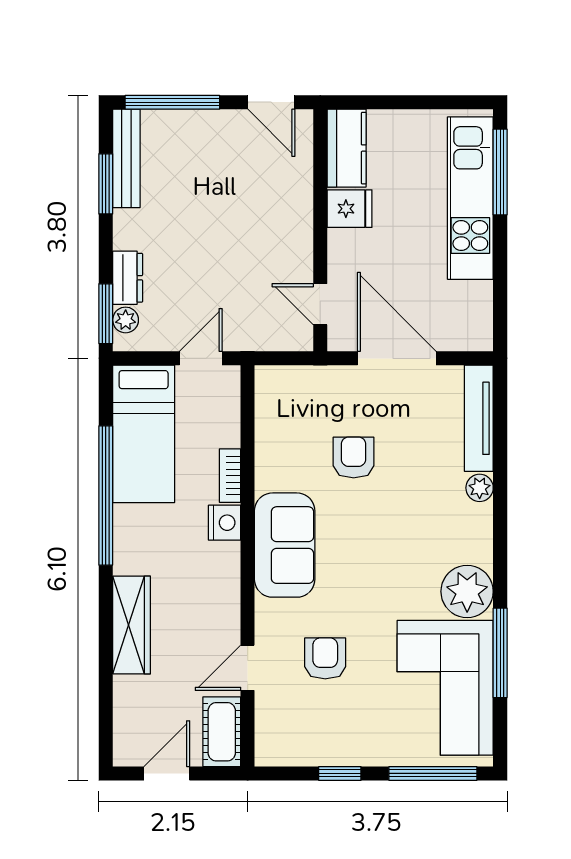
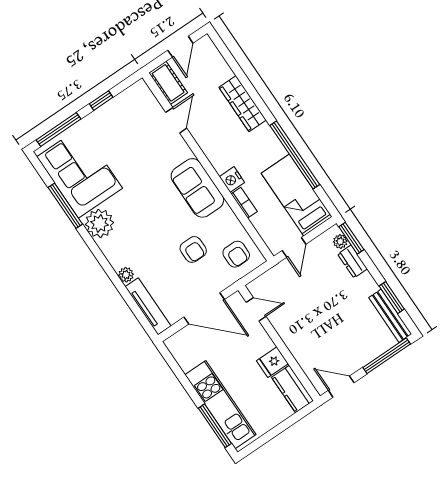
armchair: (325, 658) -> (236, 254), moved

